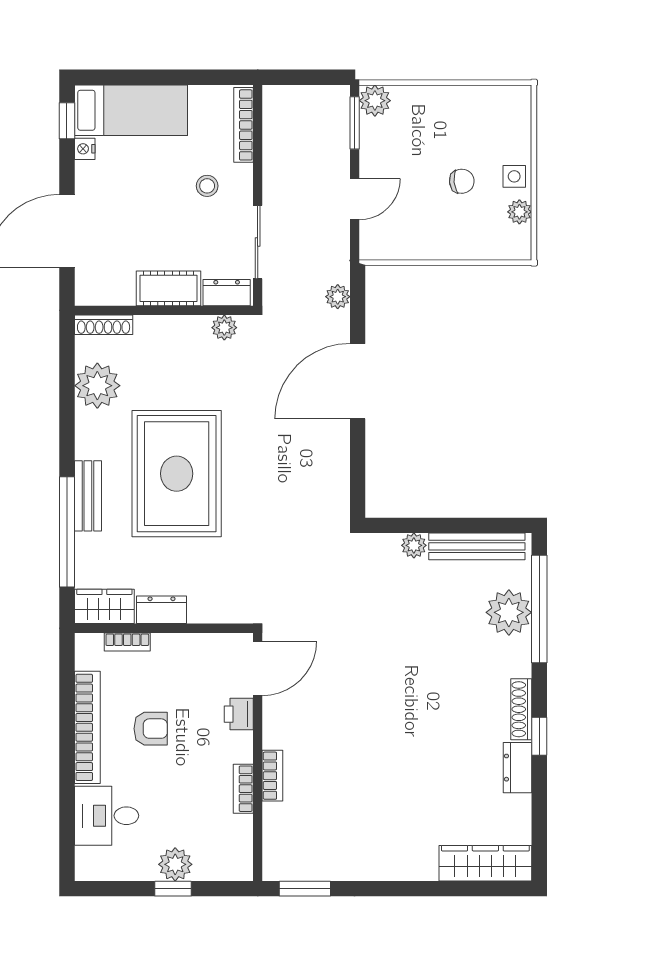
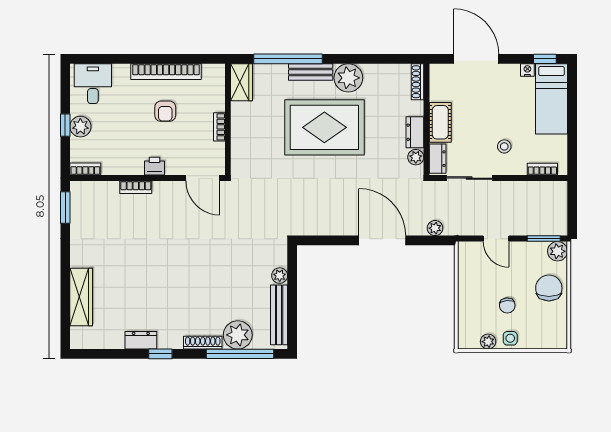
chair: (434, 114) -> (549, 288), added
bookcase: (244, 125) -> (542, 169), width x0.64
plant: (97, 386) -> (348, 78), moved
dresser: (161, 610) -> (415, 132), moved, turned 180
bookcase: (127, 642) -> (219, 127), moved
shoe rack: (521, 709) -> (203, 343), moved
printer: (239, 714) -> (154, 166), moved
bookcase: (243, 789) -> (85, 169), moved
desk: (107, 816) -> (93, 84), moved
wardrobe: (485, 863) -> (81, 297), moved

